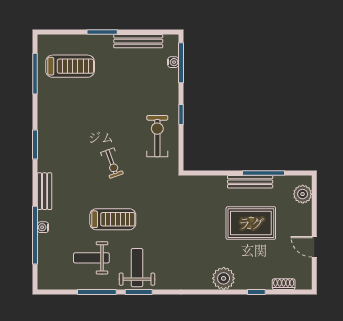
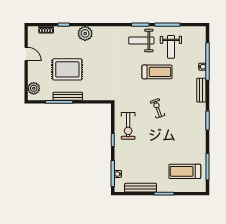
treadmill: (113, 219) -> (157, 72), turned 180
weight bench: (91, 258) -> (171, 47), turned 90
weight bench: (137, 268) -> (141, 40), turned 90

